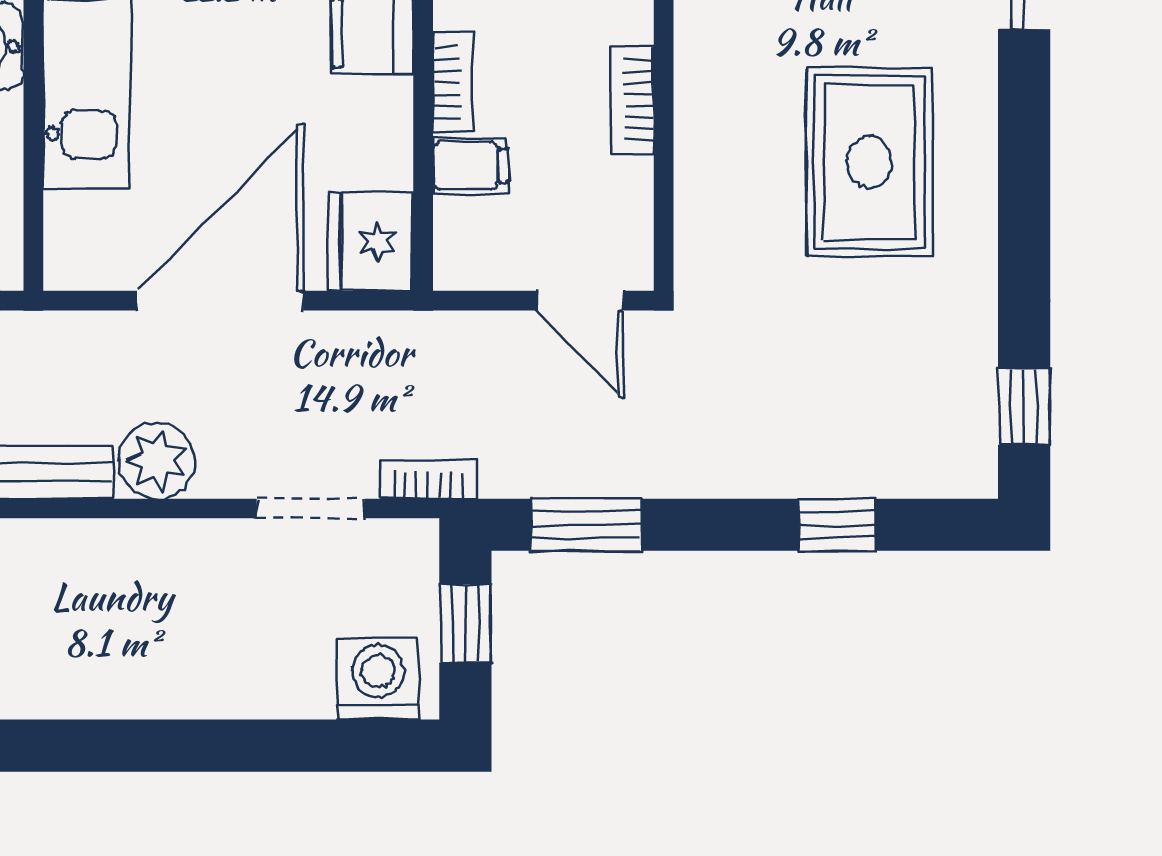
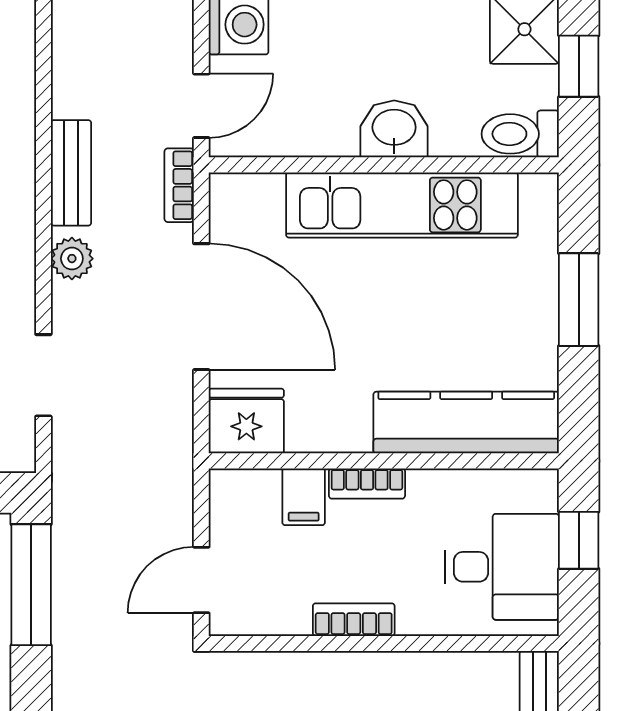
plant: (157, 461) -> (72, 259), width x0.73, depth x0.73
bookcase: (428, 479) -> (179, 185), moved, turned 180
window: (586, 525) -> (31, 585), width x1.44

